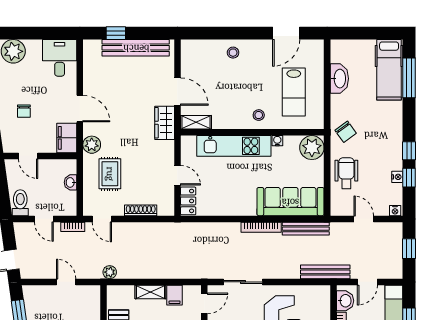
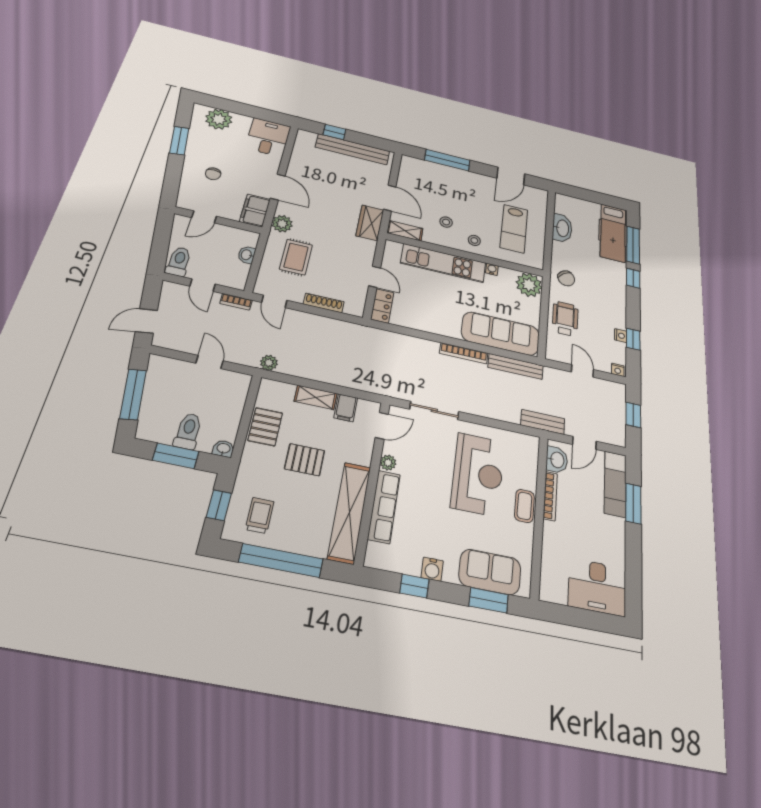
window: (224, 33) -> (447, 160), added
stool: (233, 53) -> (446, 222), moved
window: (409, 151) -> (633, 278), moved
door: (28, 156) -> (204, 217), hinge flipped
bench: (325, 272) -> (543, 422), width x0.73

